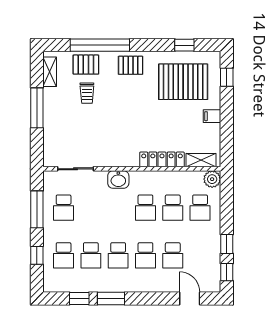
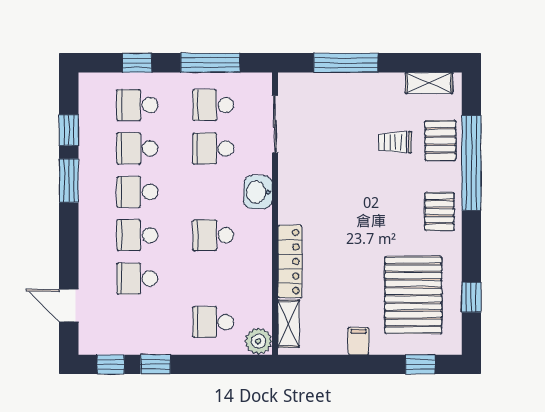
window: (37, 108) -> (346, 63), moved
school desk: (173, 208) -> (213, 148), moved
door: (190, 298) -> (69, 306), swing flipped

